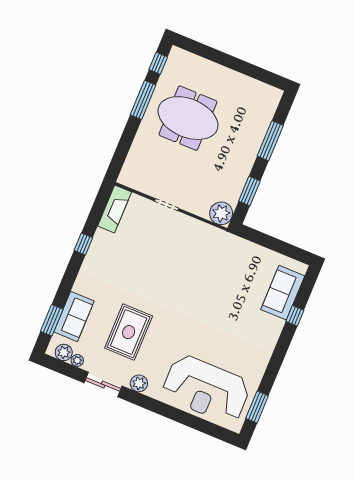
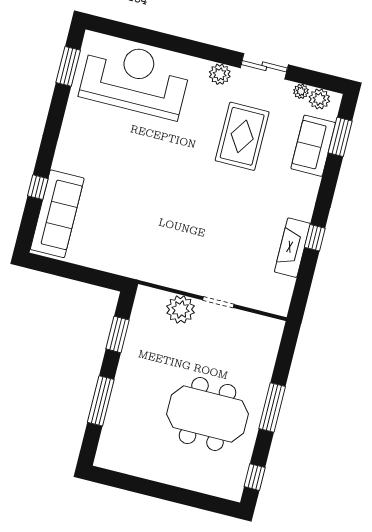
window: (143, 100) -> (272, 407), moved
fireplace: (115, 209) -> (292, 248), moved
plant: (221, 213) -> (181, 309), moved
sofa: (283, 293) -> (57, 214), width x1.36

